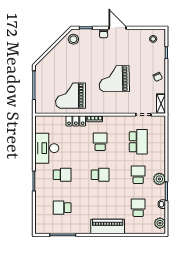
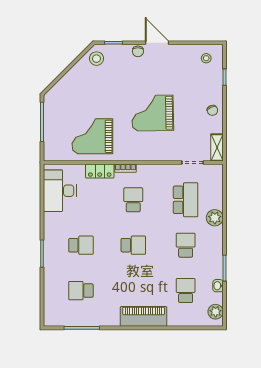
desk: (47, 148) -> (60, 191), moved
plant: (159, 179) -> (215, 218), moved

